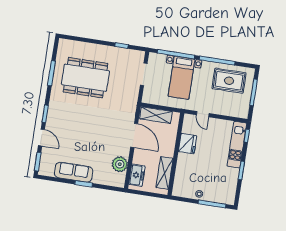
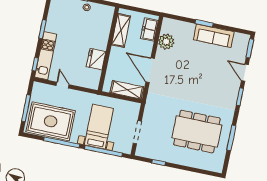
rug: (229, 81) -> (51, 121), width x1.37, depth x1.44
door: (203, 114) -> (63, 85), moved

